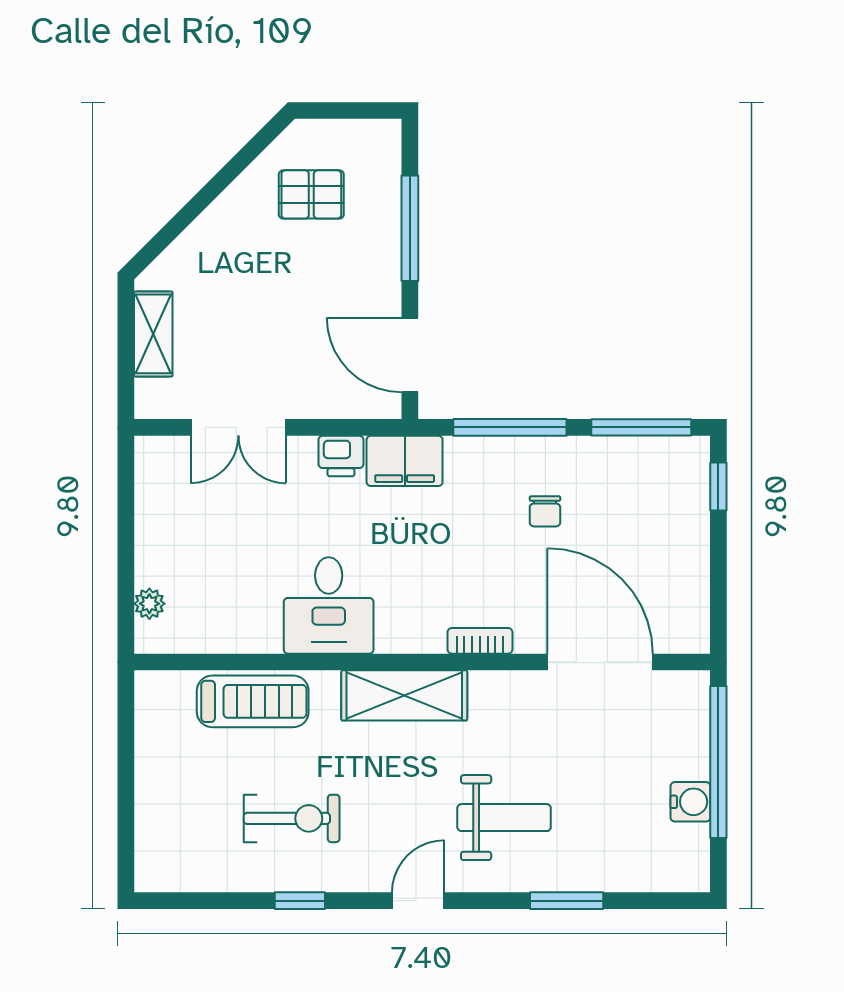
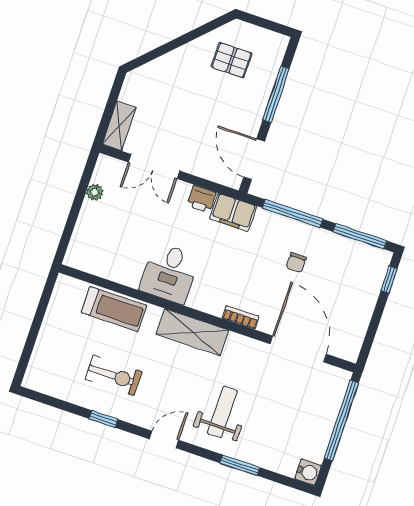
shelving: (153, 334) -> (119, 126), moved
plant: (149, 604) -> (95, 192), moved
water cooler: (690, 802) -> (308, 472), moved
weight bench: (504, 818) -> (222, 412), turned -90

